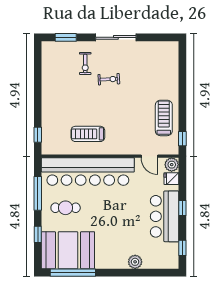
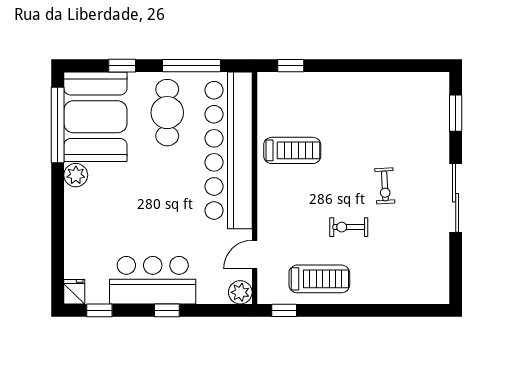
exercise bike: (85, 64) -> (349, 227), moved
treadmill: (88, 134) -> (292, 150), turned 90
fridge: (171, 179) -> (74, 292), moved
cafe table: (66, 208) -> (167, 113), width x1.37, depth x1.35
plant: (135, 262) -> (76, 175), moved

